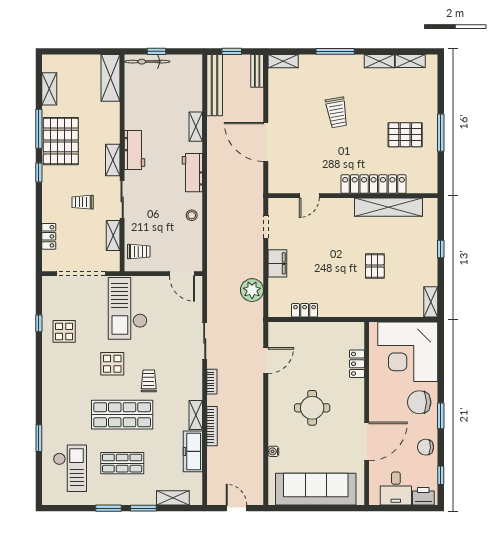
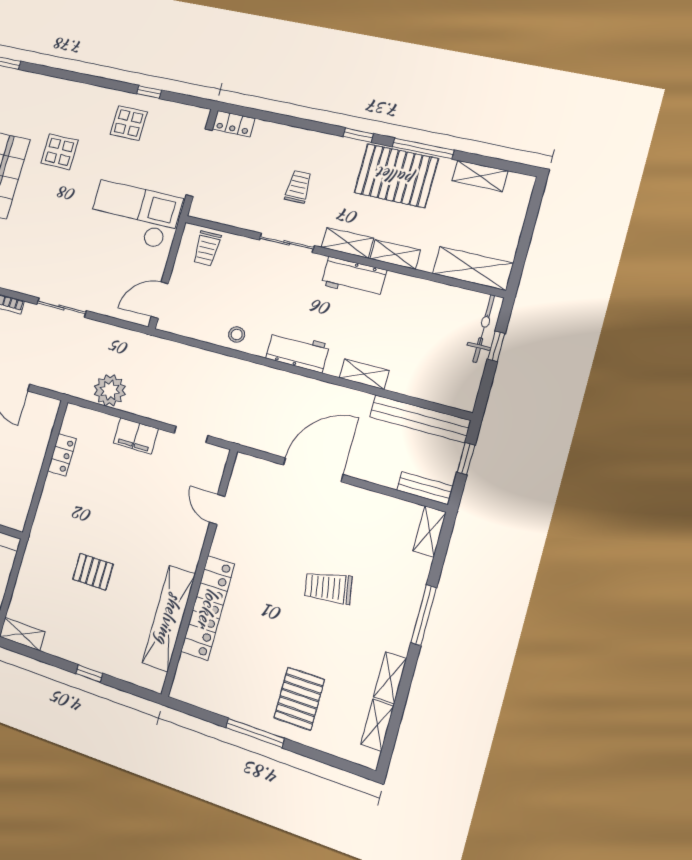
pallet: (405, 135) -> (299, 699), moved
locker: (49, 236) -> (234, 124), moved
shelving: (113, 236) -> (395, 254), moved
display table: (112, 364) -> (60, 152), moved
trolley: (149, 381) -> (32, 220), removed

